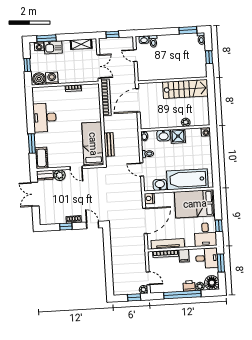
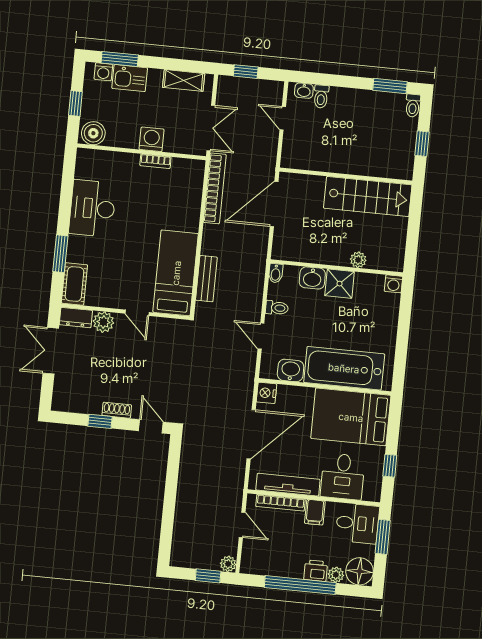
washing machine: (52, 78) -> (152, 139), moved
desk: (205, 235) -> (343, 476), moved
door: (148, 278) -> (242, 525), moved

